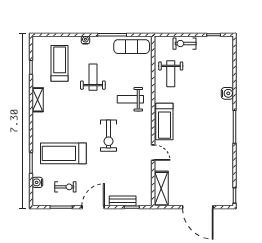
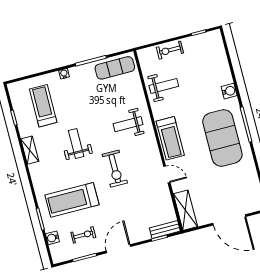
weight bench: (171, 74) -> (164, 86), turned -90
weight bench: (93, 77) -> (76, 144), moved
exercise mat: (211, 133) -> (222, 138), added
bench: (123, 201) -> (165, 230), moved

